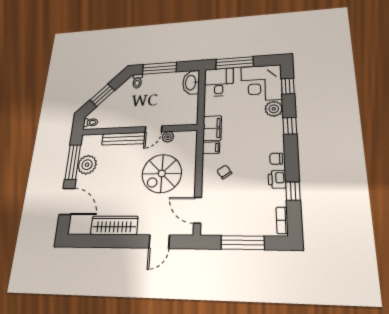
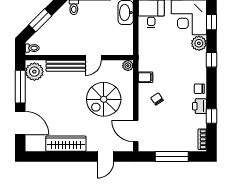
filing cabinet: (212, 128) -> (146, 59), removed
plant: (168, 137) -> (128, 66), moved
plant: (87, 165) -> (34, 72), moved

